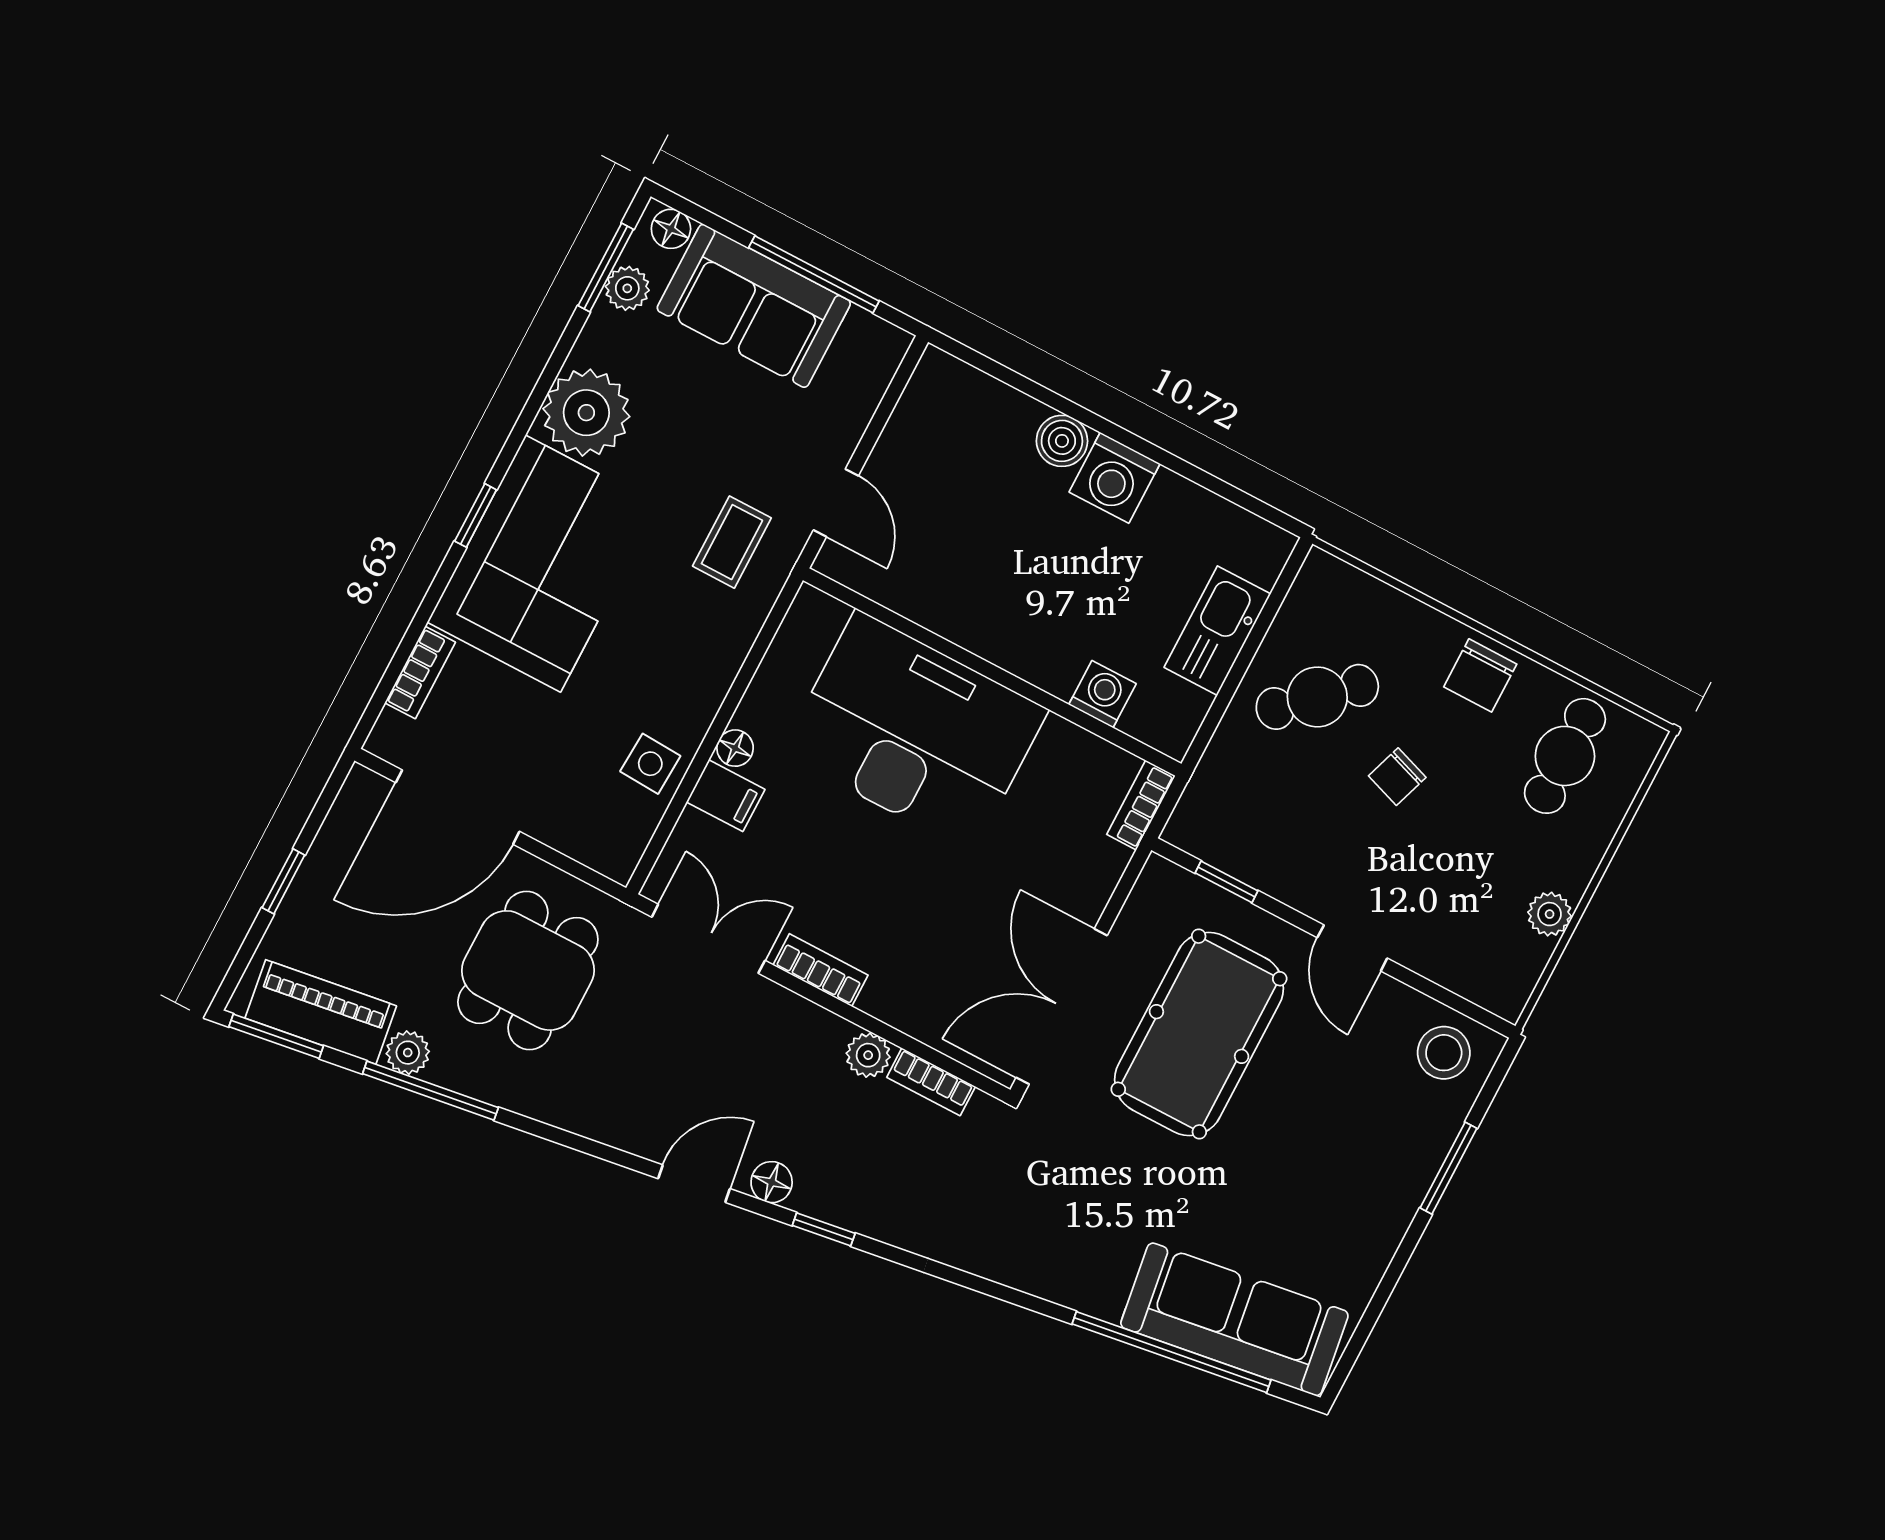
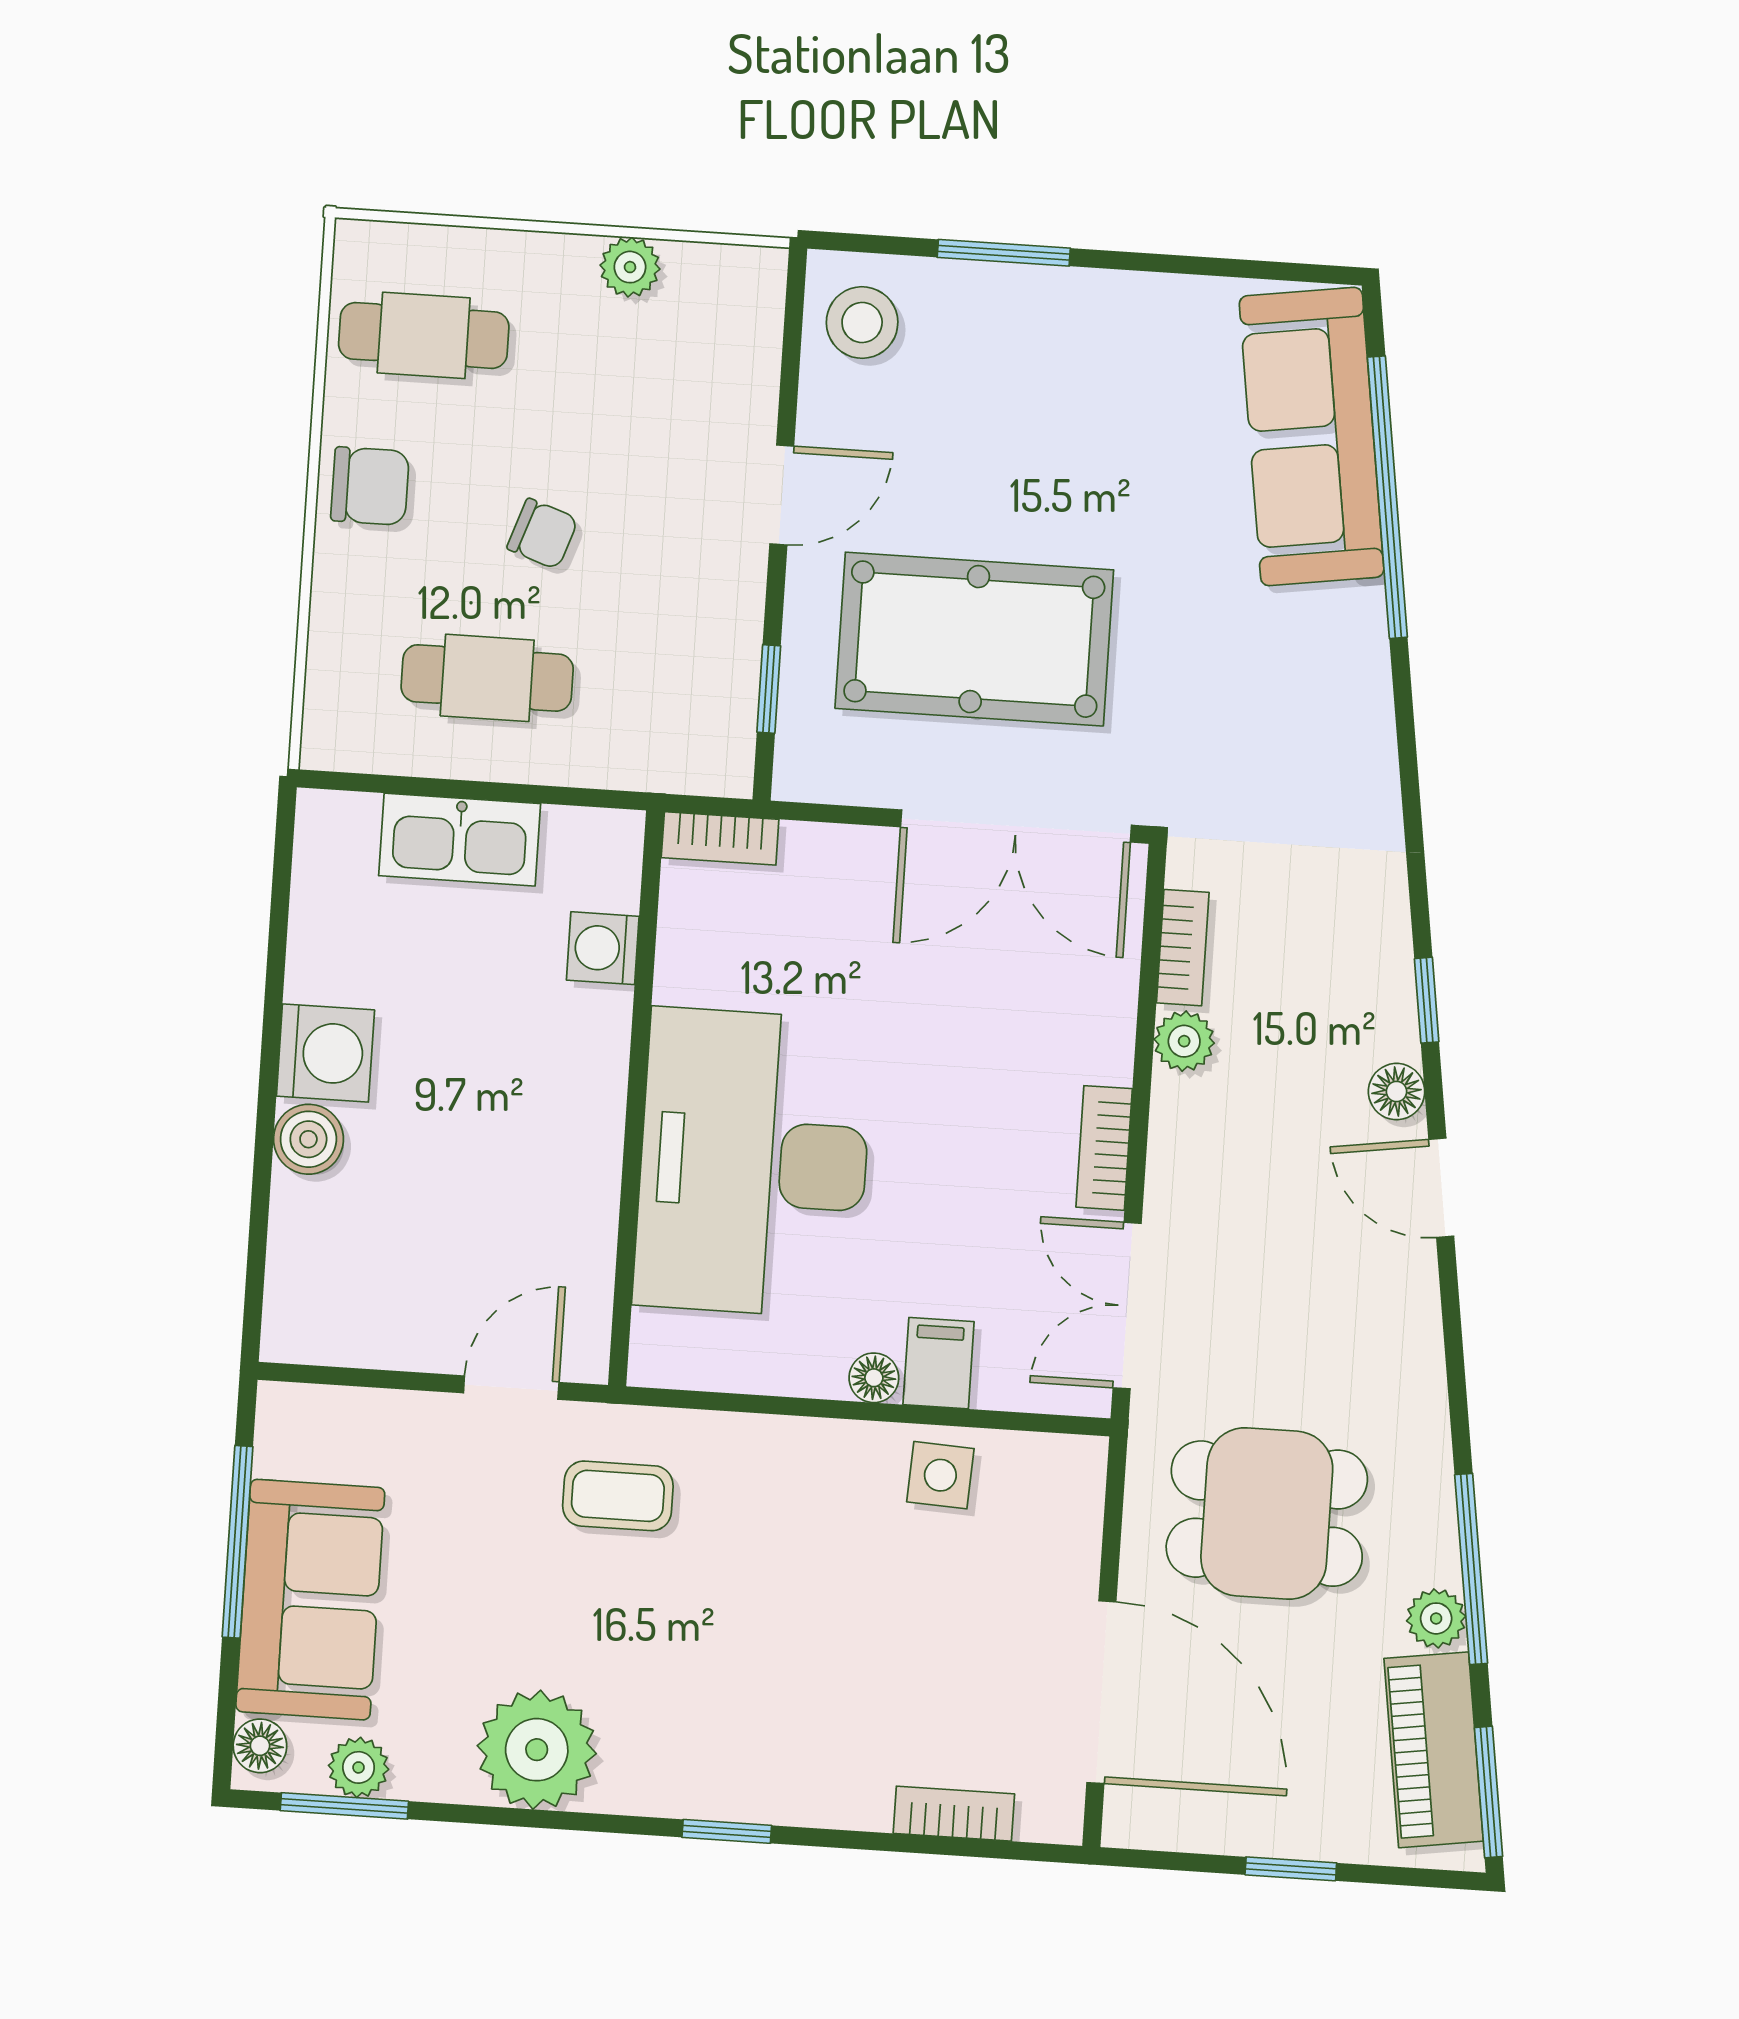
corner sofa: (543, 564) -> (750, 1720), removed
cafe table: (1317, 697) -> (487, 678), turned -47

